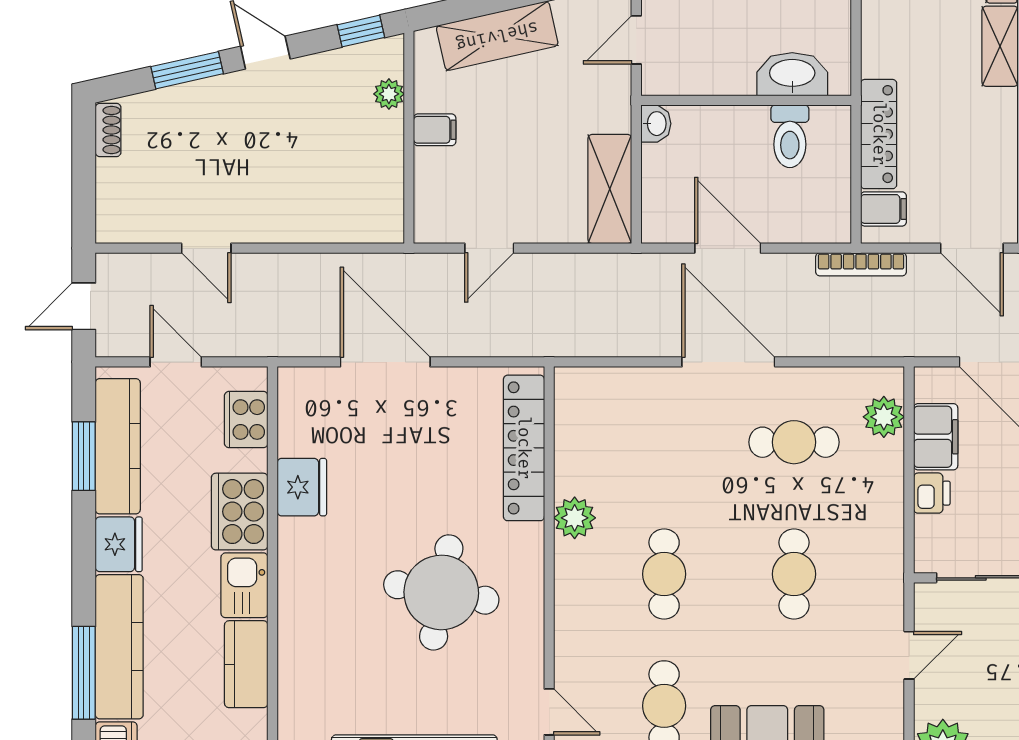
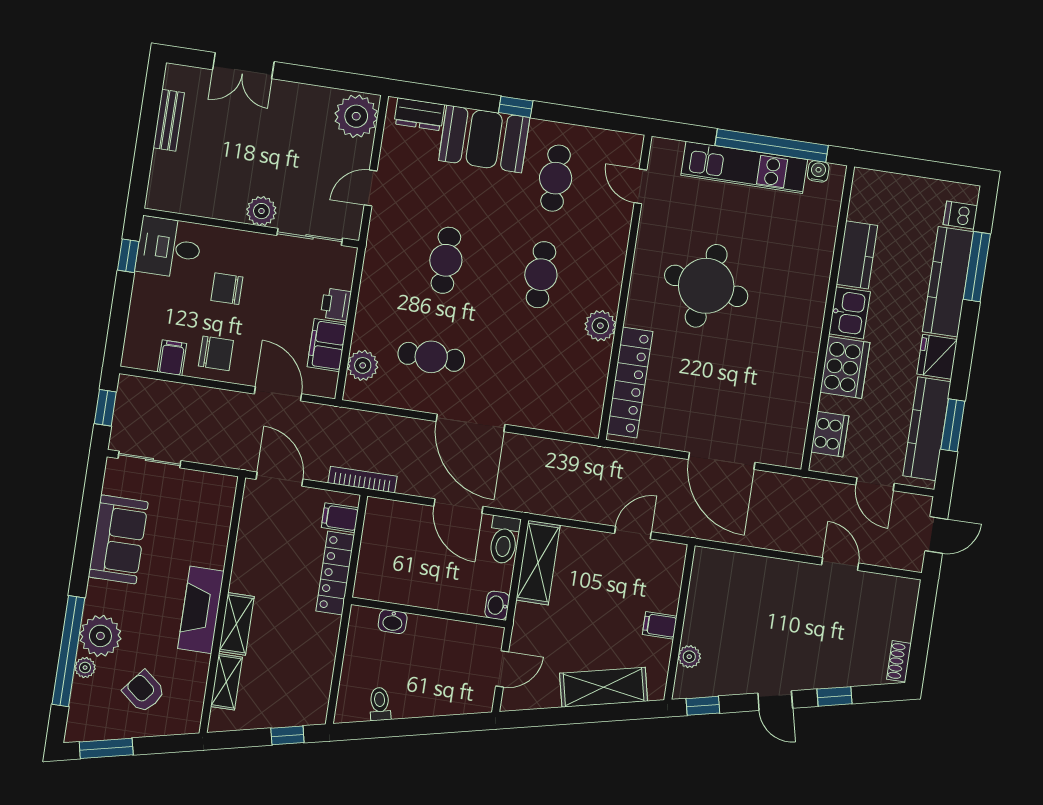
window: (187, 70) -> (834, 696), width x0.67
washbasin: (792, 74) -> (393, 622), width x0.52, depth x0.69
toilet: (790, 136) -> (504, 540), moved, turned 180
fridge: (302, 487) -> (797, 378), removed

